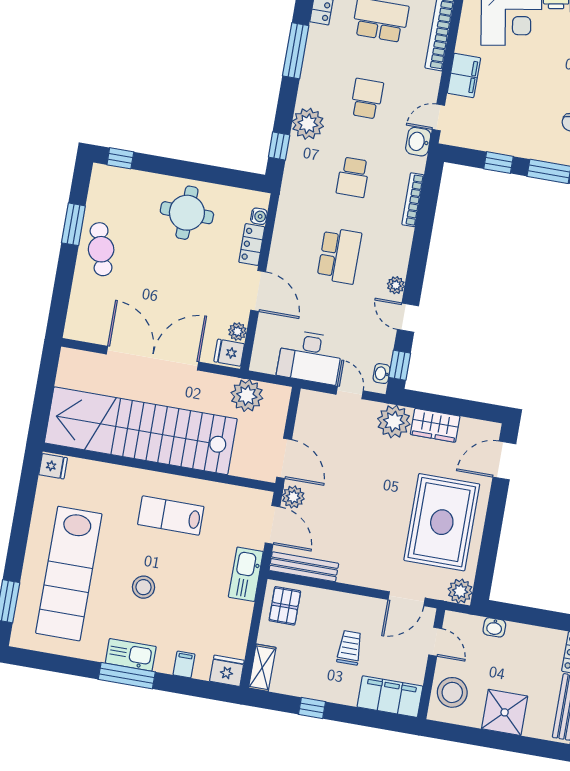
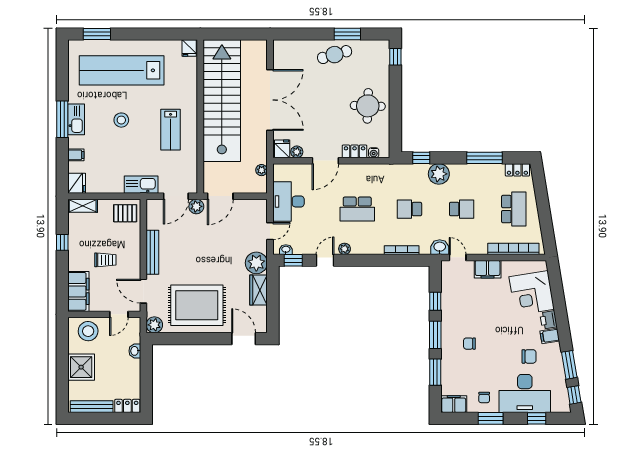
plant: (247, 395) -> (262, 170), width x0.53, depth x0.53
lab bench: (171, 515) -> (171, 130), turned 180
bench: (304, 567) -> (152, 252), moved

